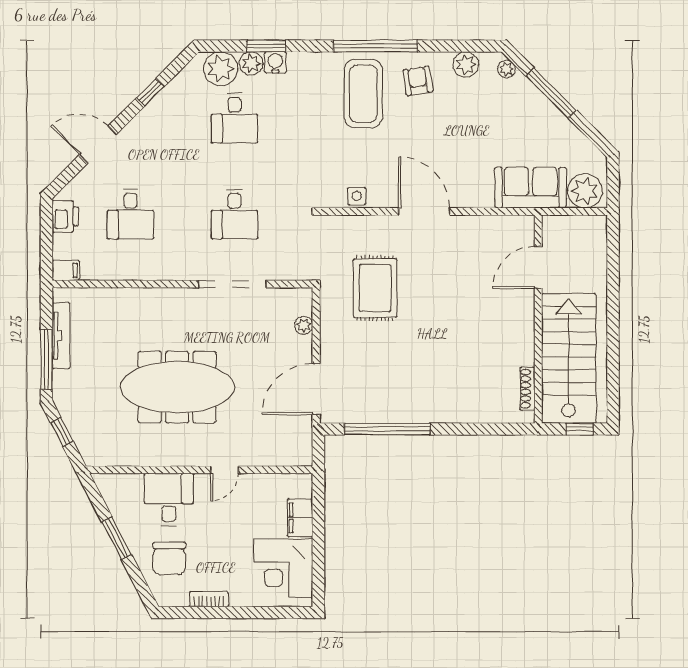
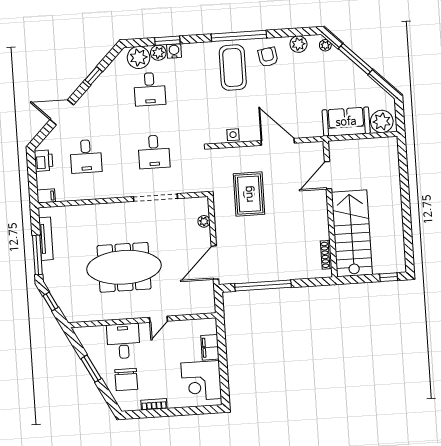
door: (538, 267) -> (328, 175), moved
wall: (538, 319) -> (330, 209), moved
stairs: (569, 358) -> (352, 233), moved
shoe rack: (527, 389) -> (326, 255), moved

